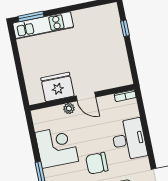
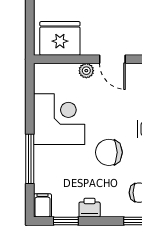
fridge: (57, 87) -> (60, 38), moved

